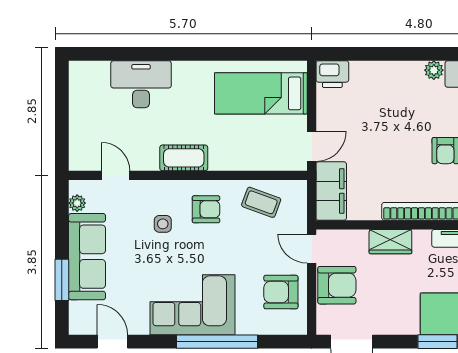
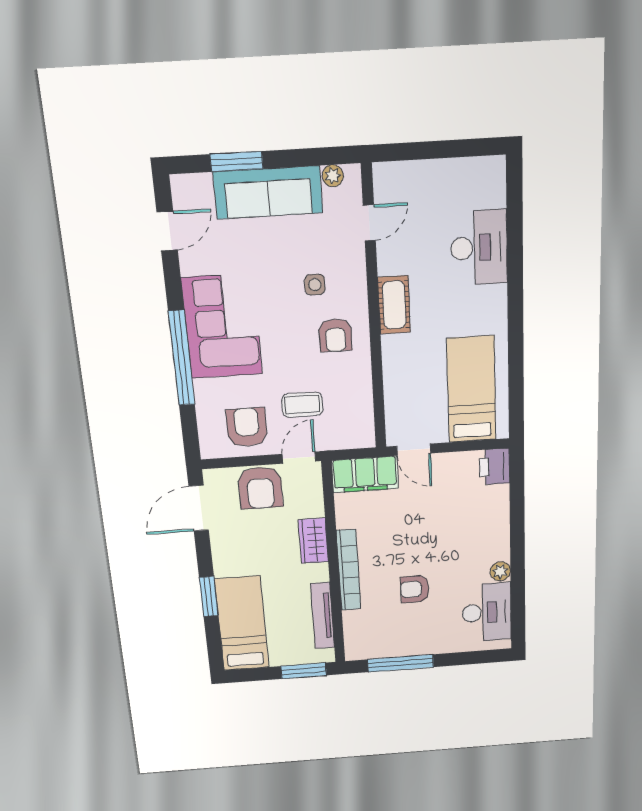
coffee table: (261, 202) -> (302, 405), moved, turned 70

